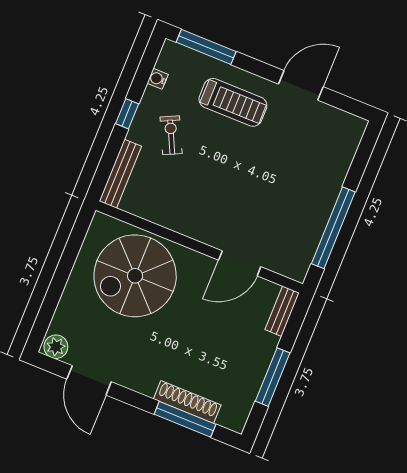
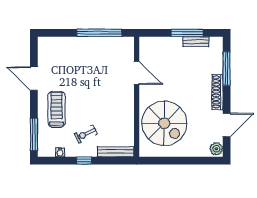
bench: (282, 311) -> (196, 42), moved
shoe rack: (187, 402) -> (217, 92), moved

